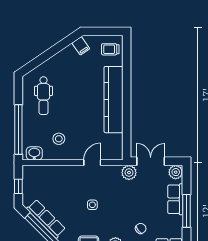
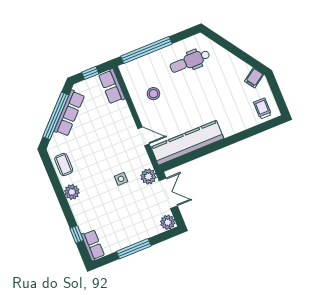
kitchen counter: (114, 100) -> (187, 143), moved
washbasin: (34, 153) -> (129, 75), removed
row of seats: (175, 199) -> (112, 87), moved, turned -90
side table: (92, 205) -> (121, 179), moved
chair: (141, 228) -> (98, 211), removed

